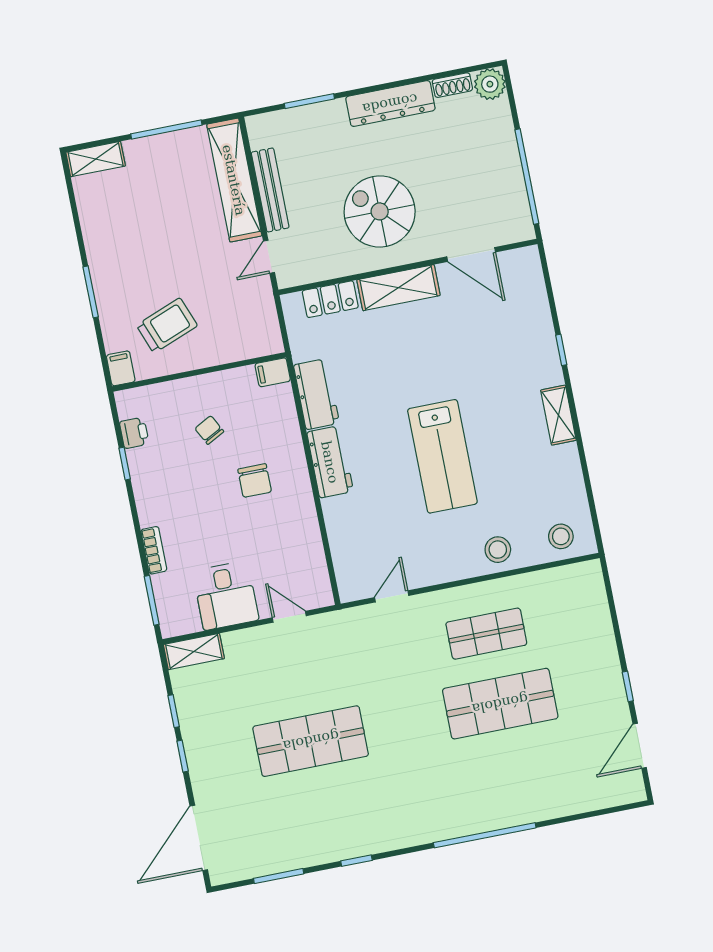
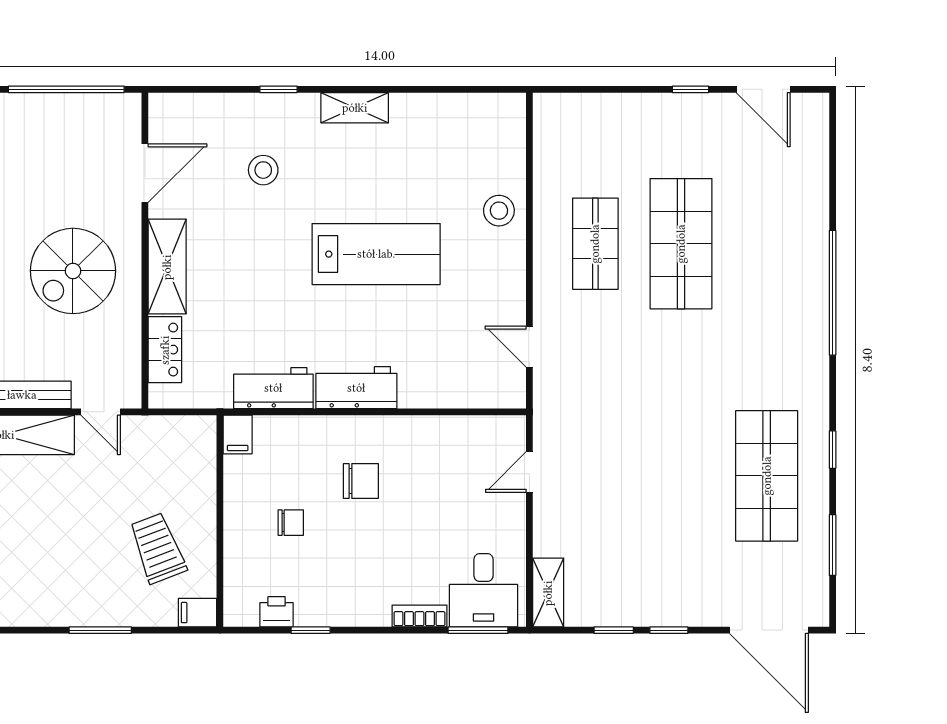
chair: (209, 430) -> (291, 523), turned -152
stool: (561, 536) -> (263, 170), moved
desk: (226, 595) -> (484, 590), moved, turned 90
shop shelf: (311, 741) -> (767, 476), moved

